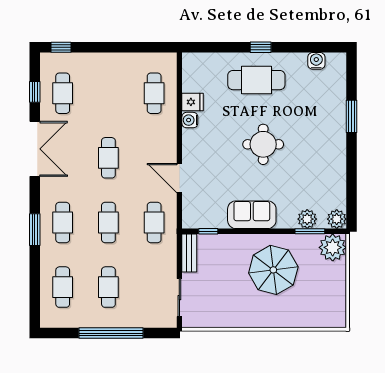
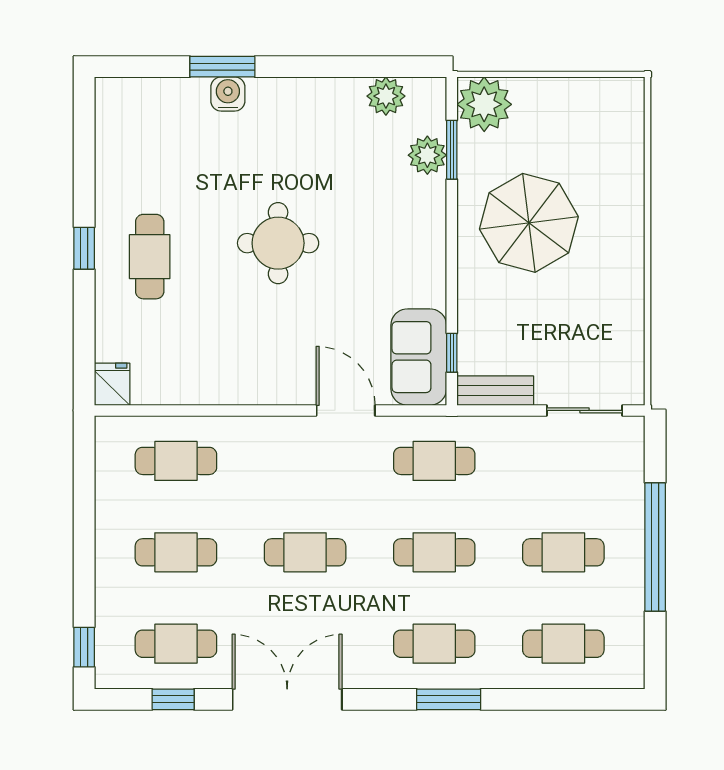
water cooler: (316, 61) -> (228, 94), moved, turned 90
cafe table: (256, 80) -> (150, 257), width x0.73, depth x0.74
cafe table: (108, 93) -> (176, 552), added
fridge: (193, 102) -> (112, 384), moved
water cooler: (190, 120) -> (230, 390), removed
door: (179, 178) -> (346, 410), swing flipped
sofa: (252, 215) -> (419, 357), moved
plant: (337, 219) -> (386, 96), moved

